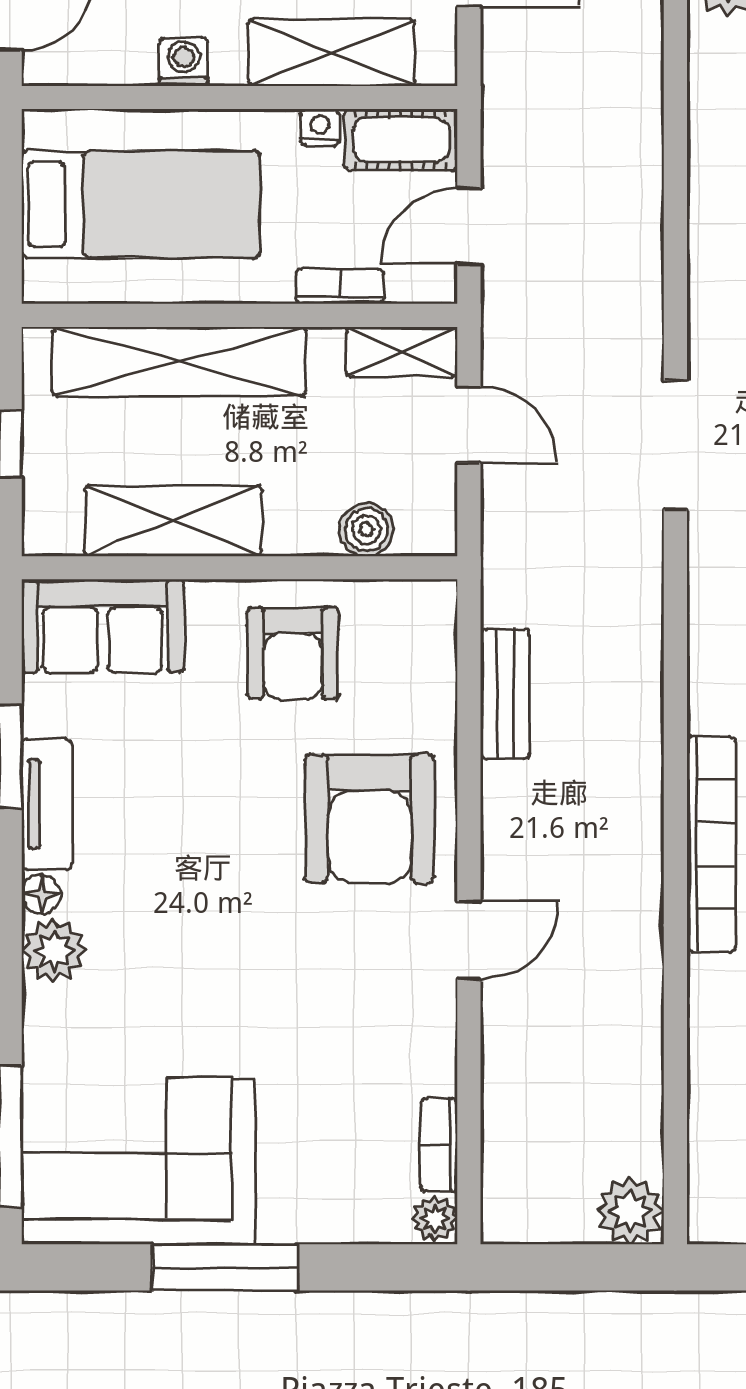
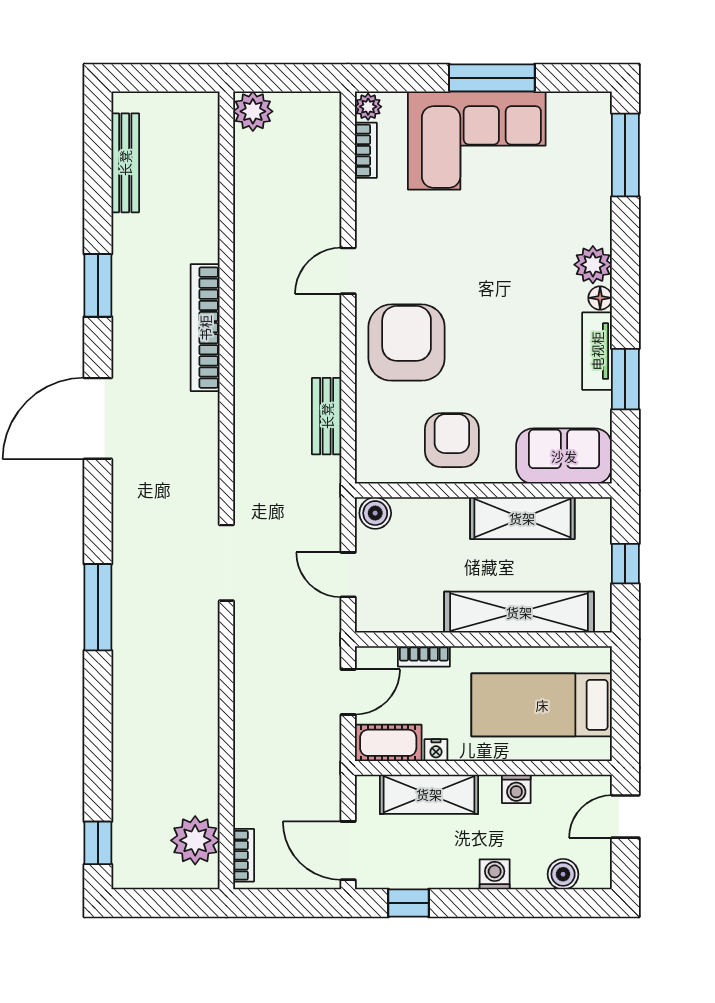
shelving: (402, 352) -> (388, 618), removed
boiler: (366, 529) -> (375, 513), moved
corner sofa: (138, 1161) -> (477, 141), moved

